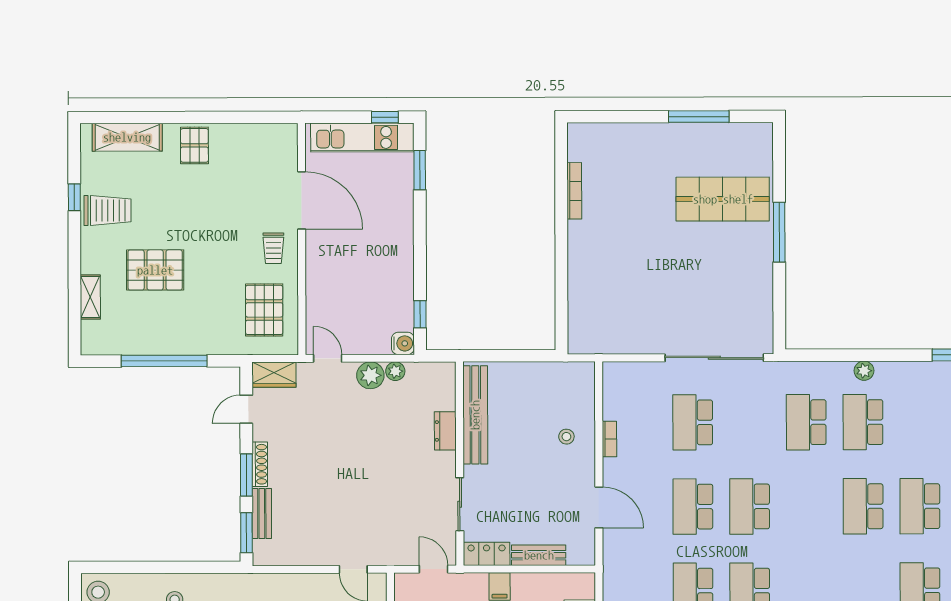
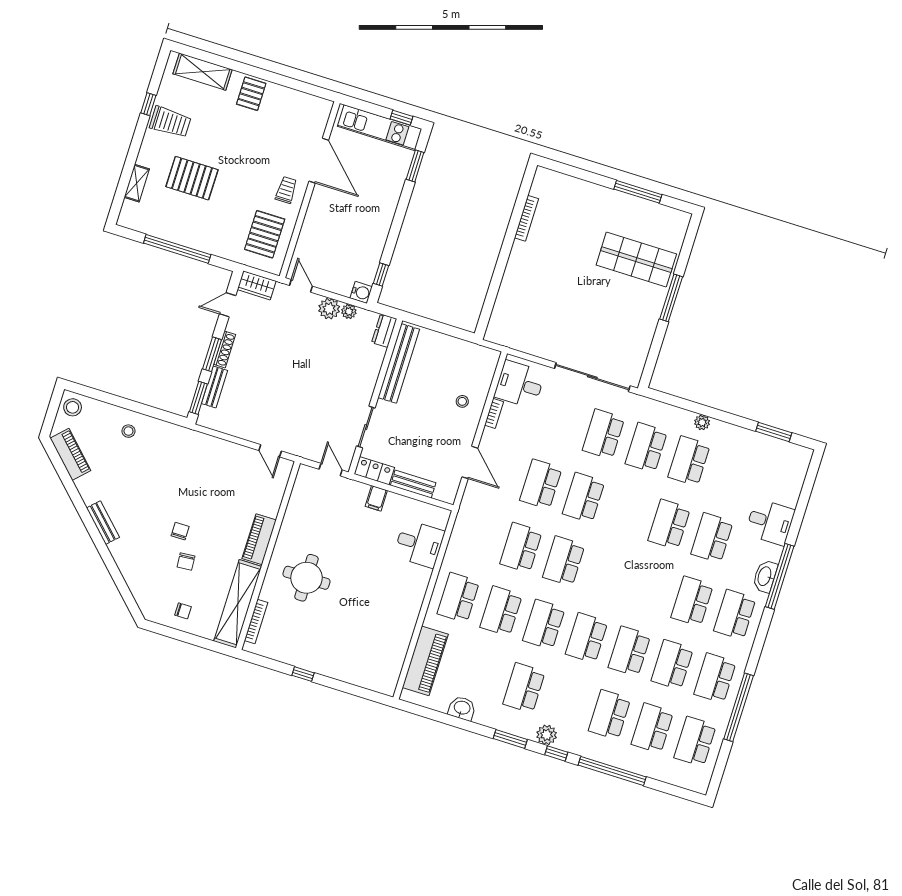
trolley: (273, 248) -> (286, 190), turned 180
desk: (629, 394) -> (520, 384), added
school desk: (693, 422) -> (604, 434), moved
dresser: (445, 431) -> (384, 331), moved

